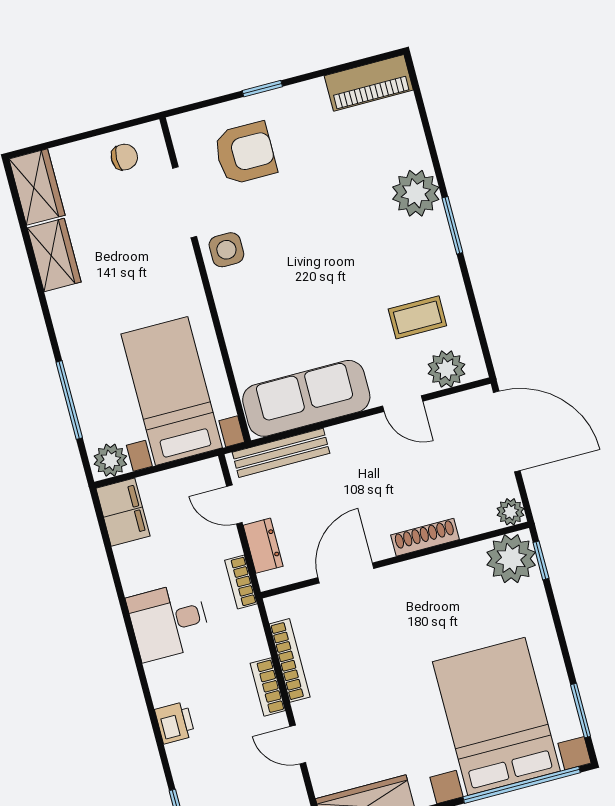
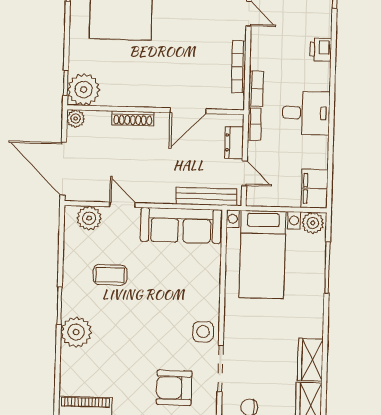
coffee table: (417, 317) -> (110, 275), moved
bookcase: (268, 687) -> (256, 88), moved

